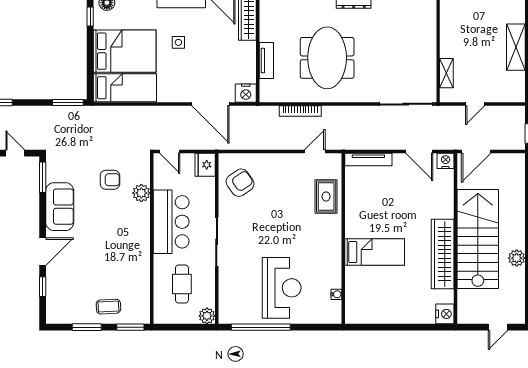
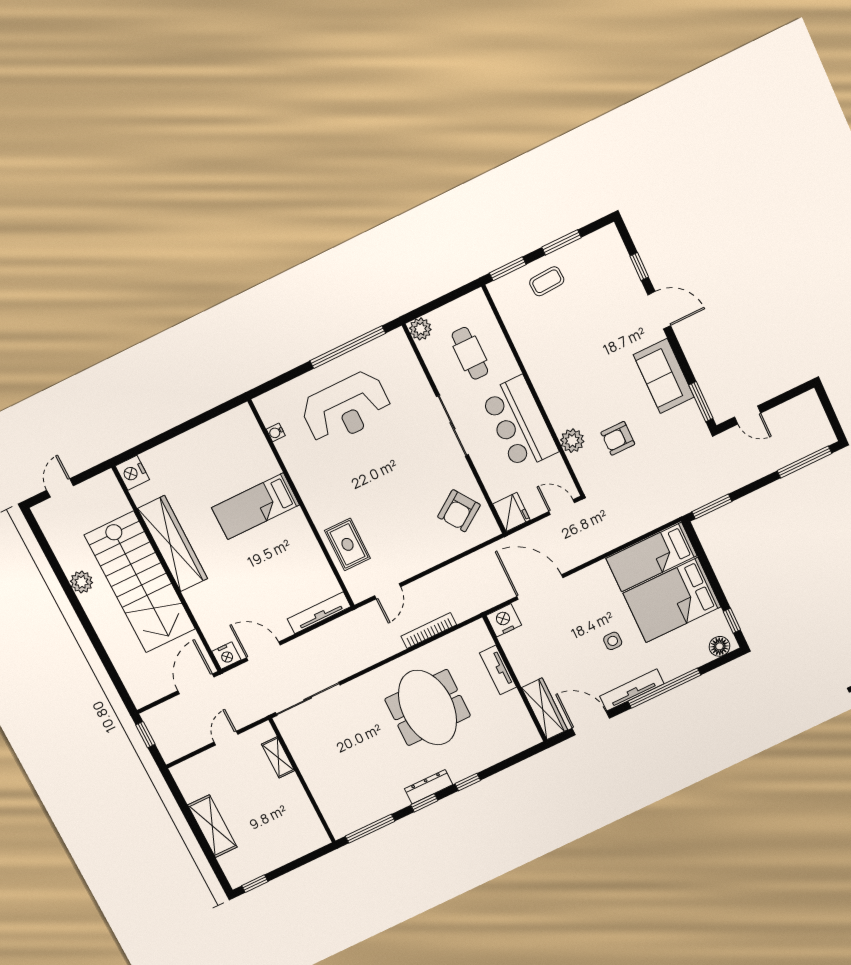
door: (43, 252) -> (659, 310), swing flipped
reception desk: (282, 288) -> (346, 408), turned -90

